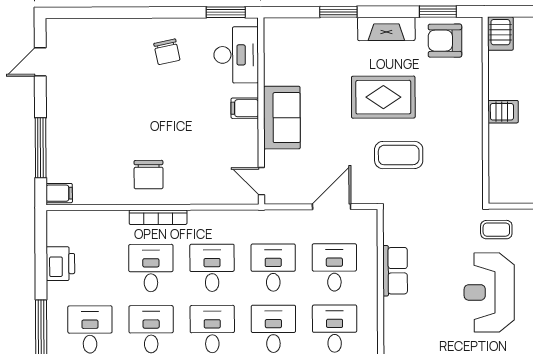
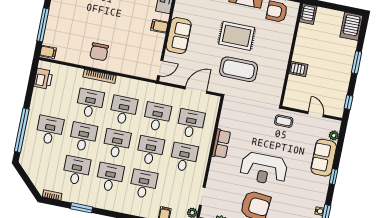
server rack: (503, 112) -> (298, 69), moved
coffee table: (399, 155) -> (239, 69), width x1.36, depth x1.32
door: (261, 181) -> (160, 68), swing flipped
printer: (60, 264) -> (43, 79), moved
row of seats: (395, 271) -> (221, 144), moved
reception desk: (489, 292) -> (264, 169), moved, turned -90

